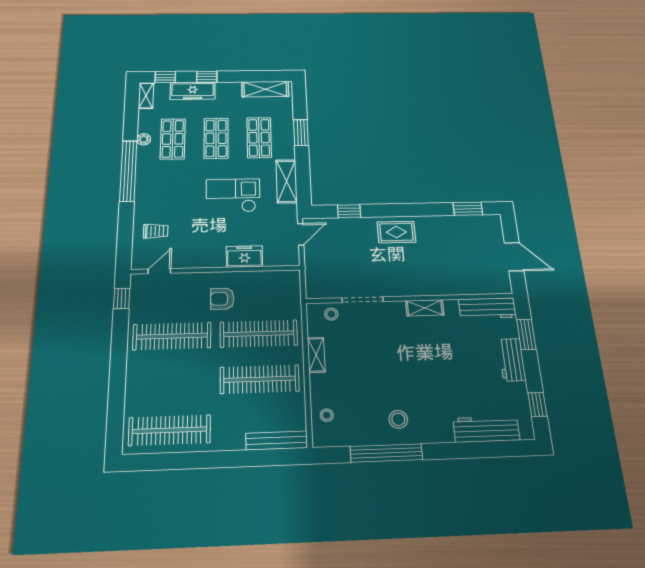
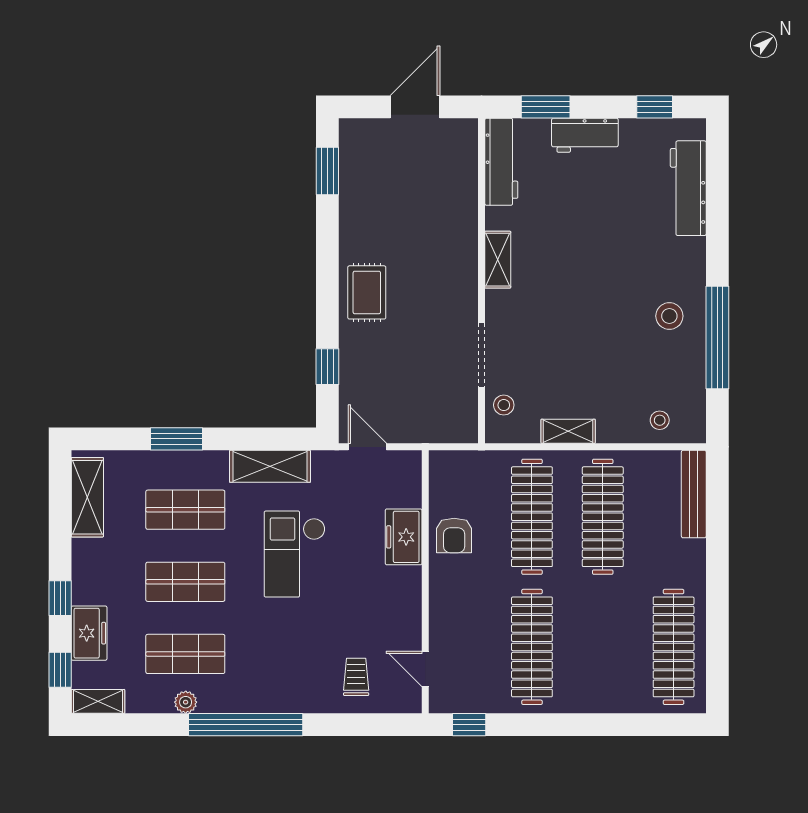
freezer: (193, 91) -> (89, 633), width x0.71
armchair: (222, 299) -> (454, 535), moved

